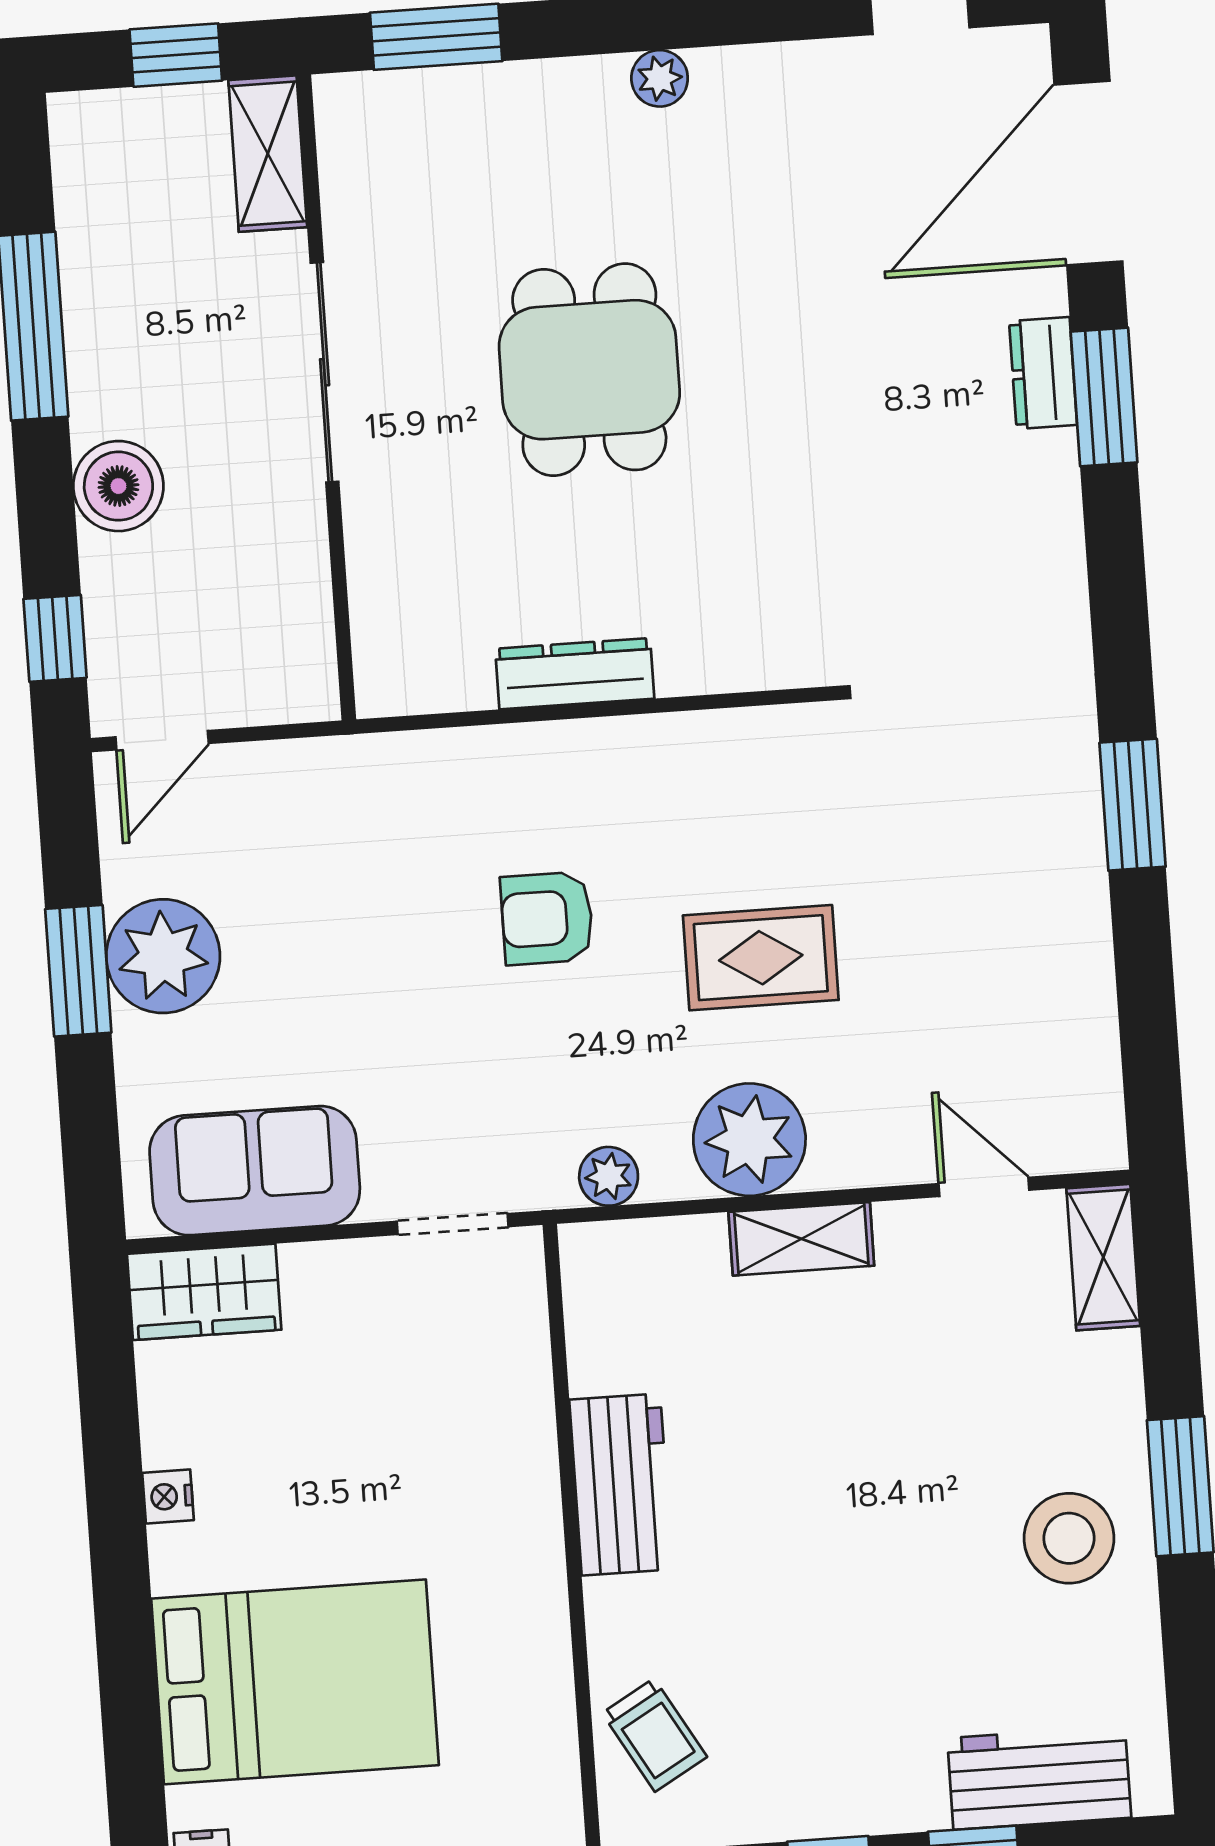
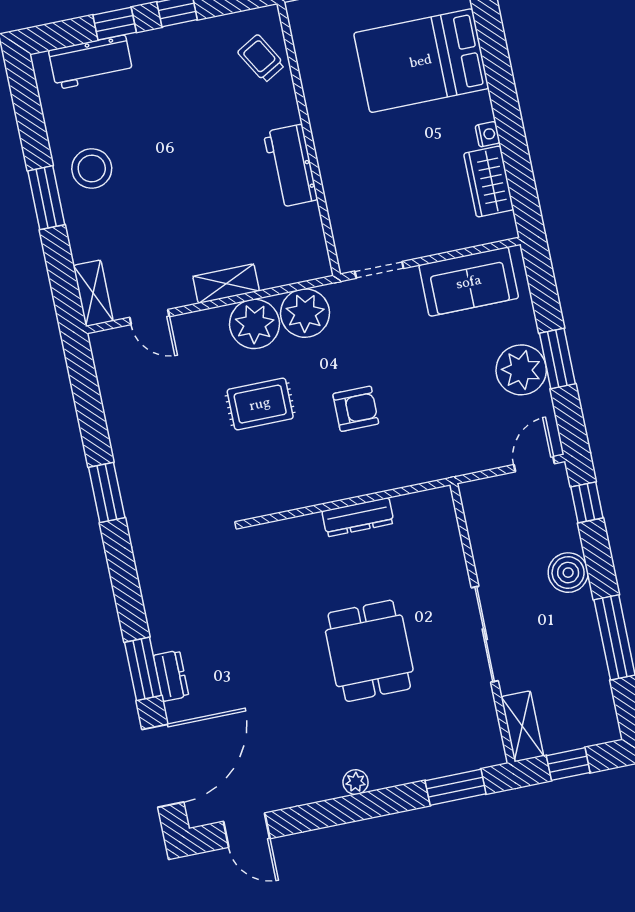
plant: (609, 1176) -> (305, 313), width x1.88, depth x1.88
wardrobe: (204, 1292) -> (489, 182), moved, turned -90

